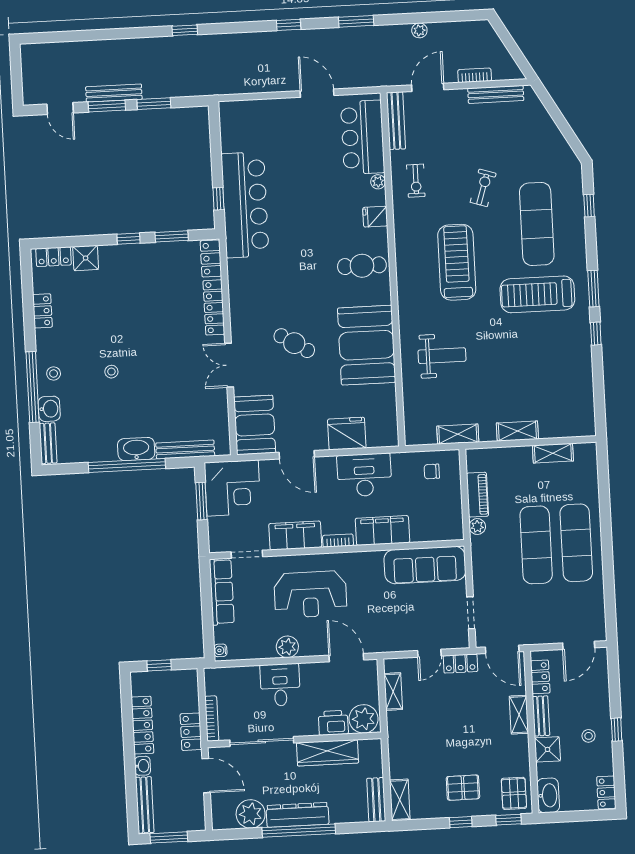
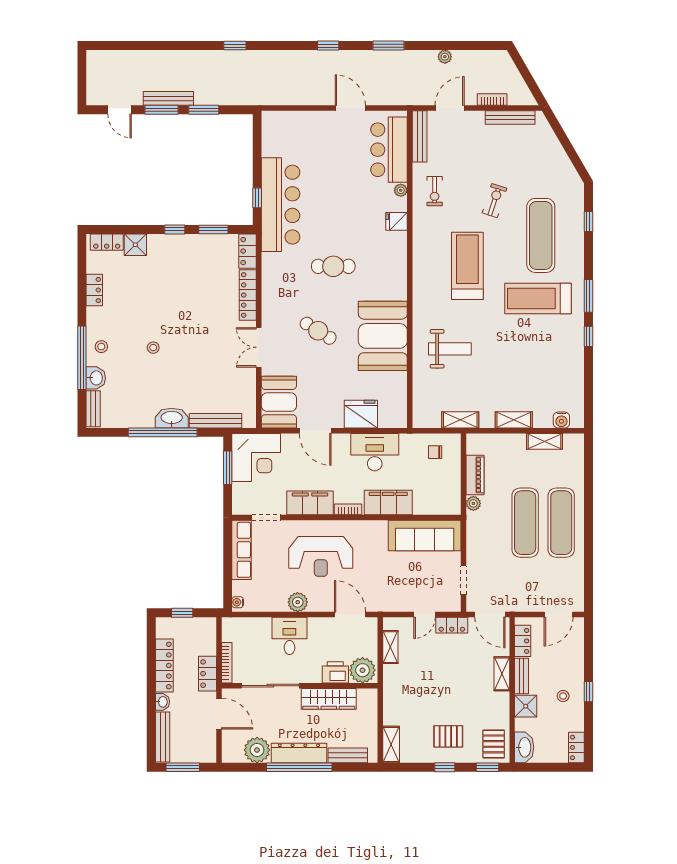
cafe table: (362, 266) -> (333, 266), moved
water cooler: (571, 428) -> (561, 420), added
bench: (376, 800) -> (348, 755), moved, turned 90

